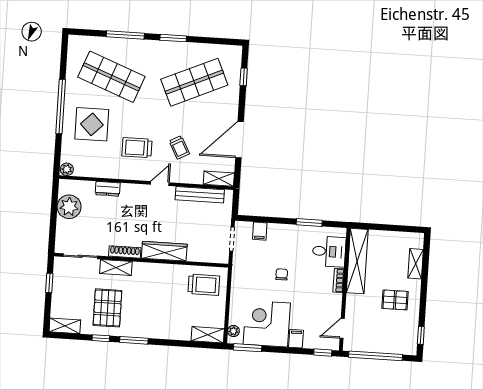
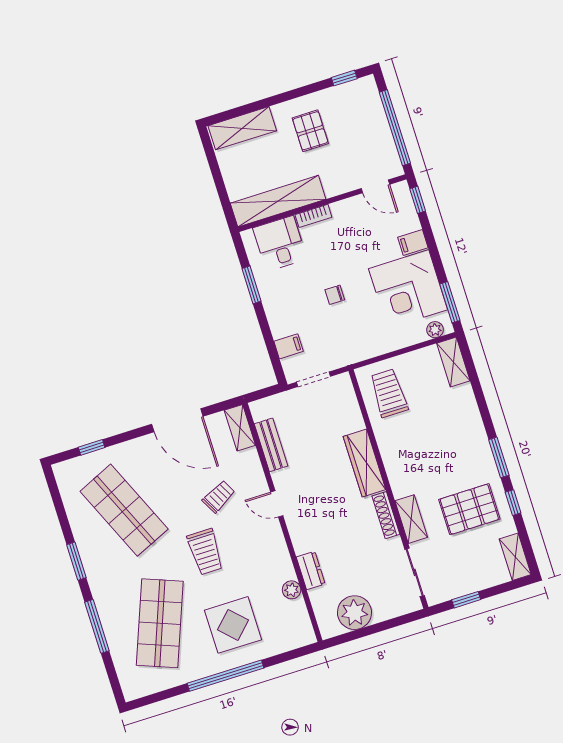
trolley: (137, 148) -> (205, 552), moved
plant: (67, 169) -> (292, 590), moved
bench: (200, 195) -> (271, 445), width x0.73
shelving: (416, 264) -> (242, 128), width x1.50, depth x1.33

